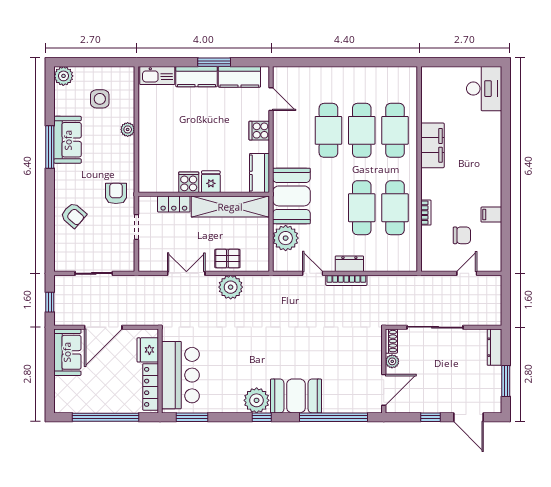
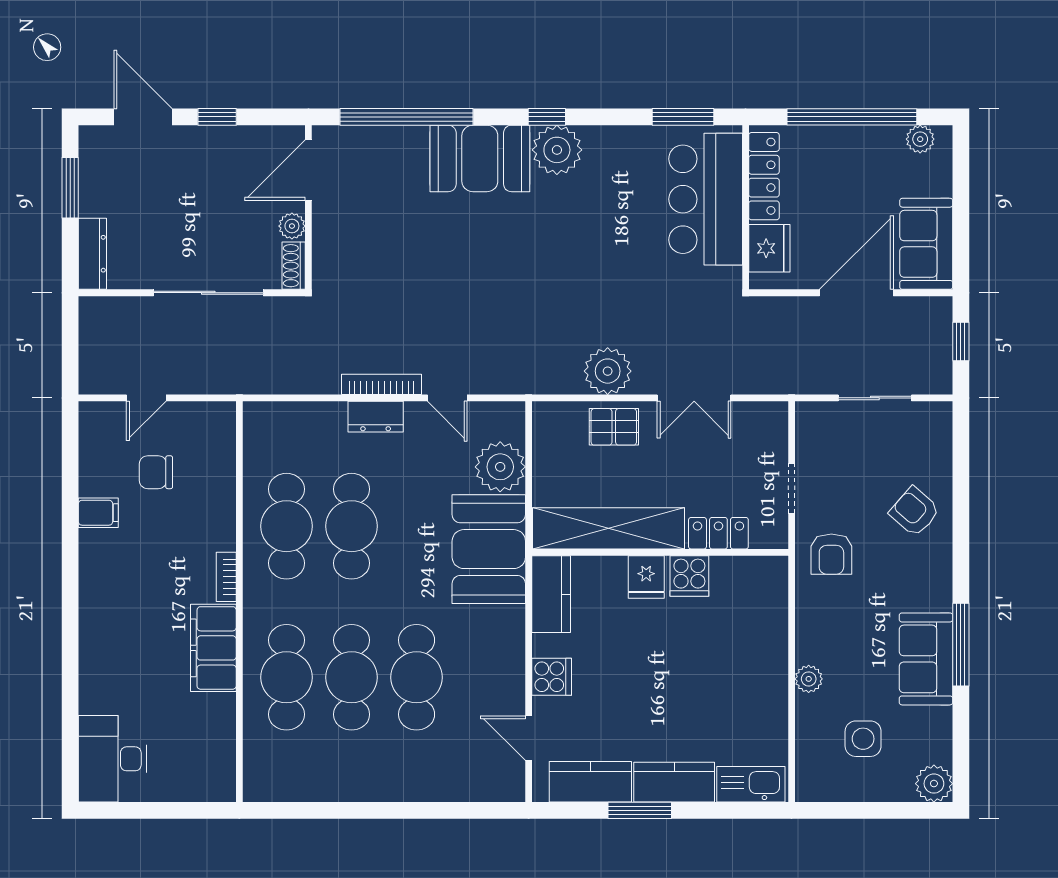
bookcase: (426, 213) -> (226, 577), moved
plant: (71, 406) -> (920, 139), added

